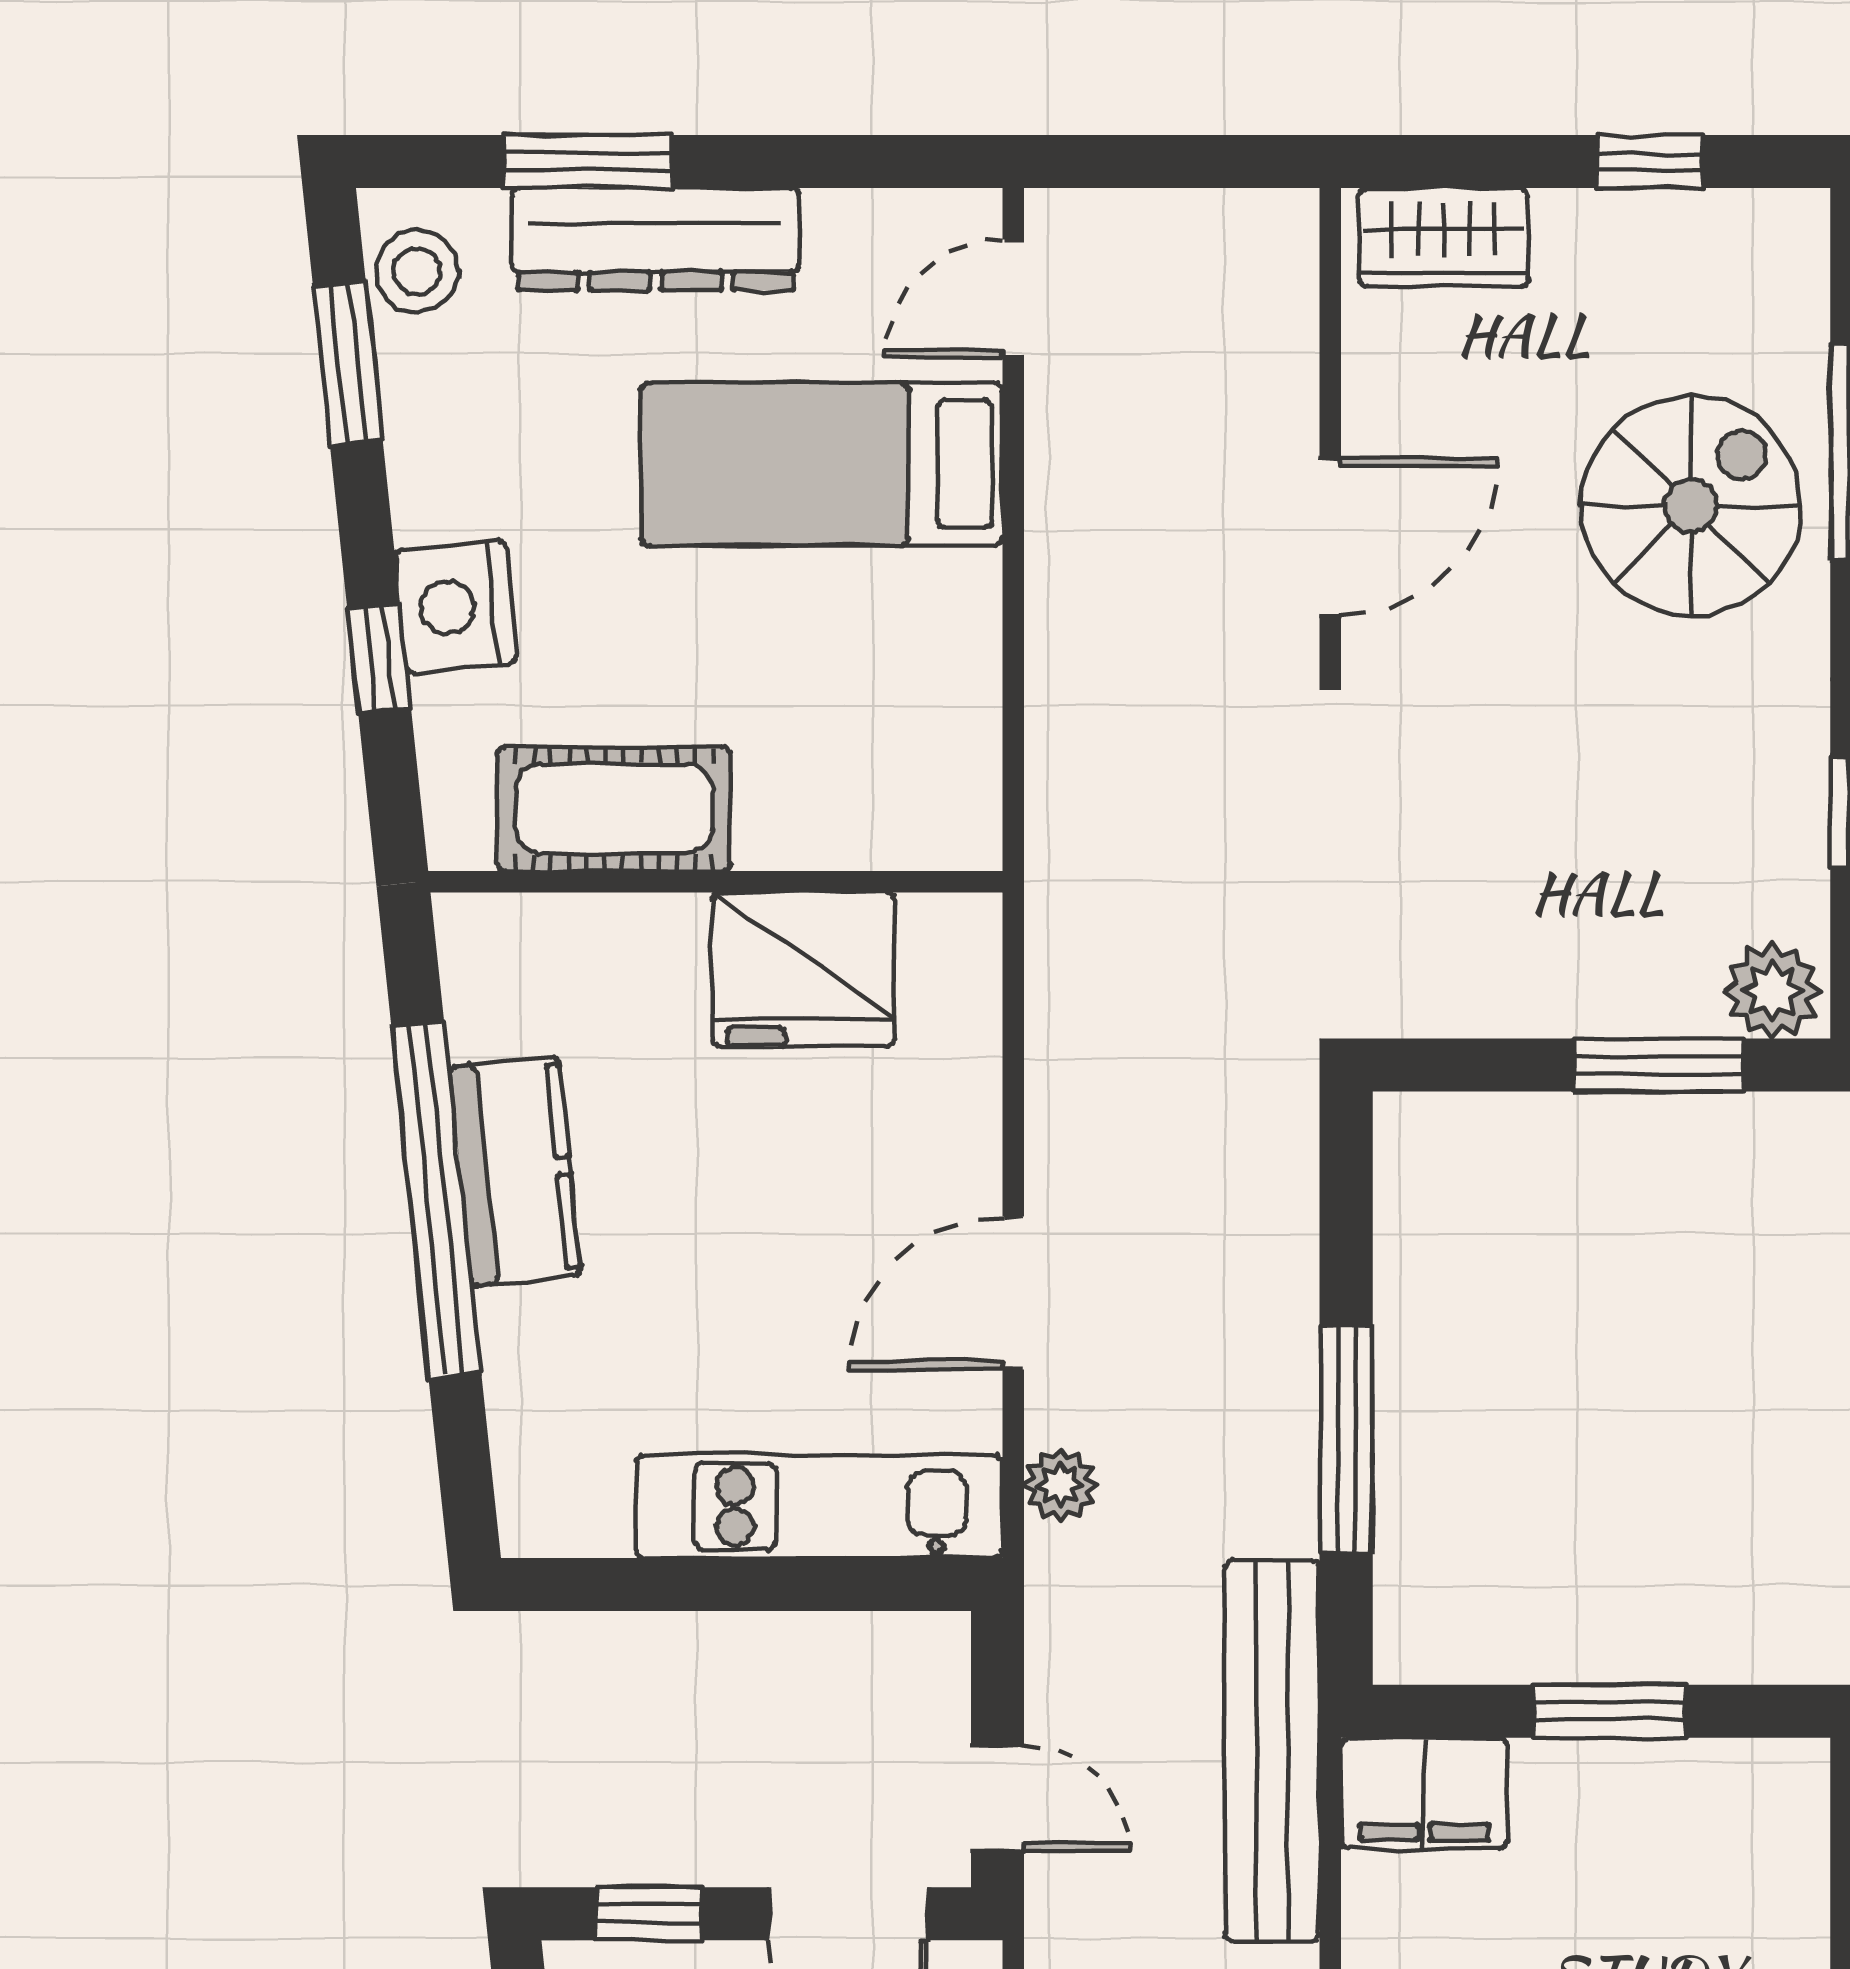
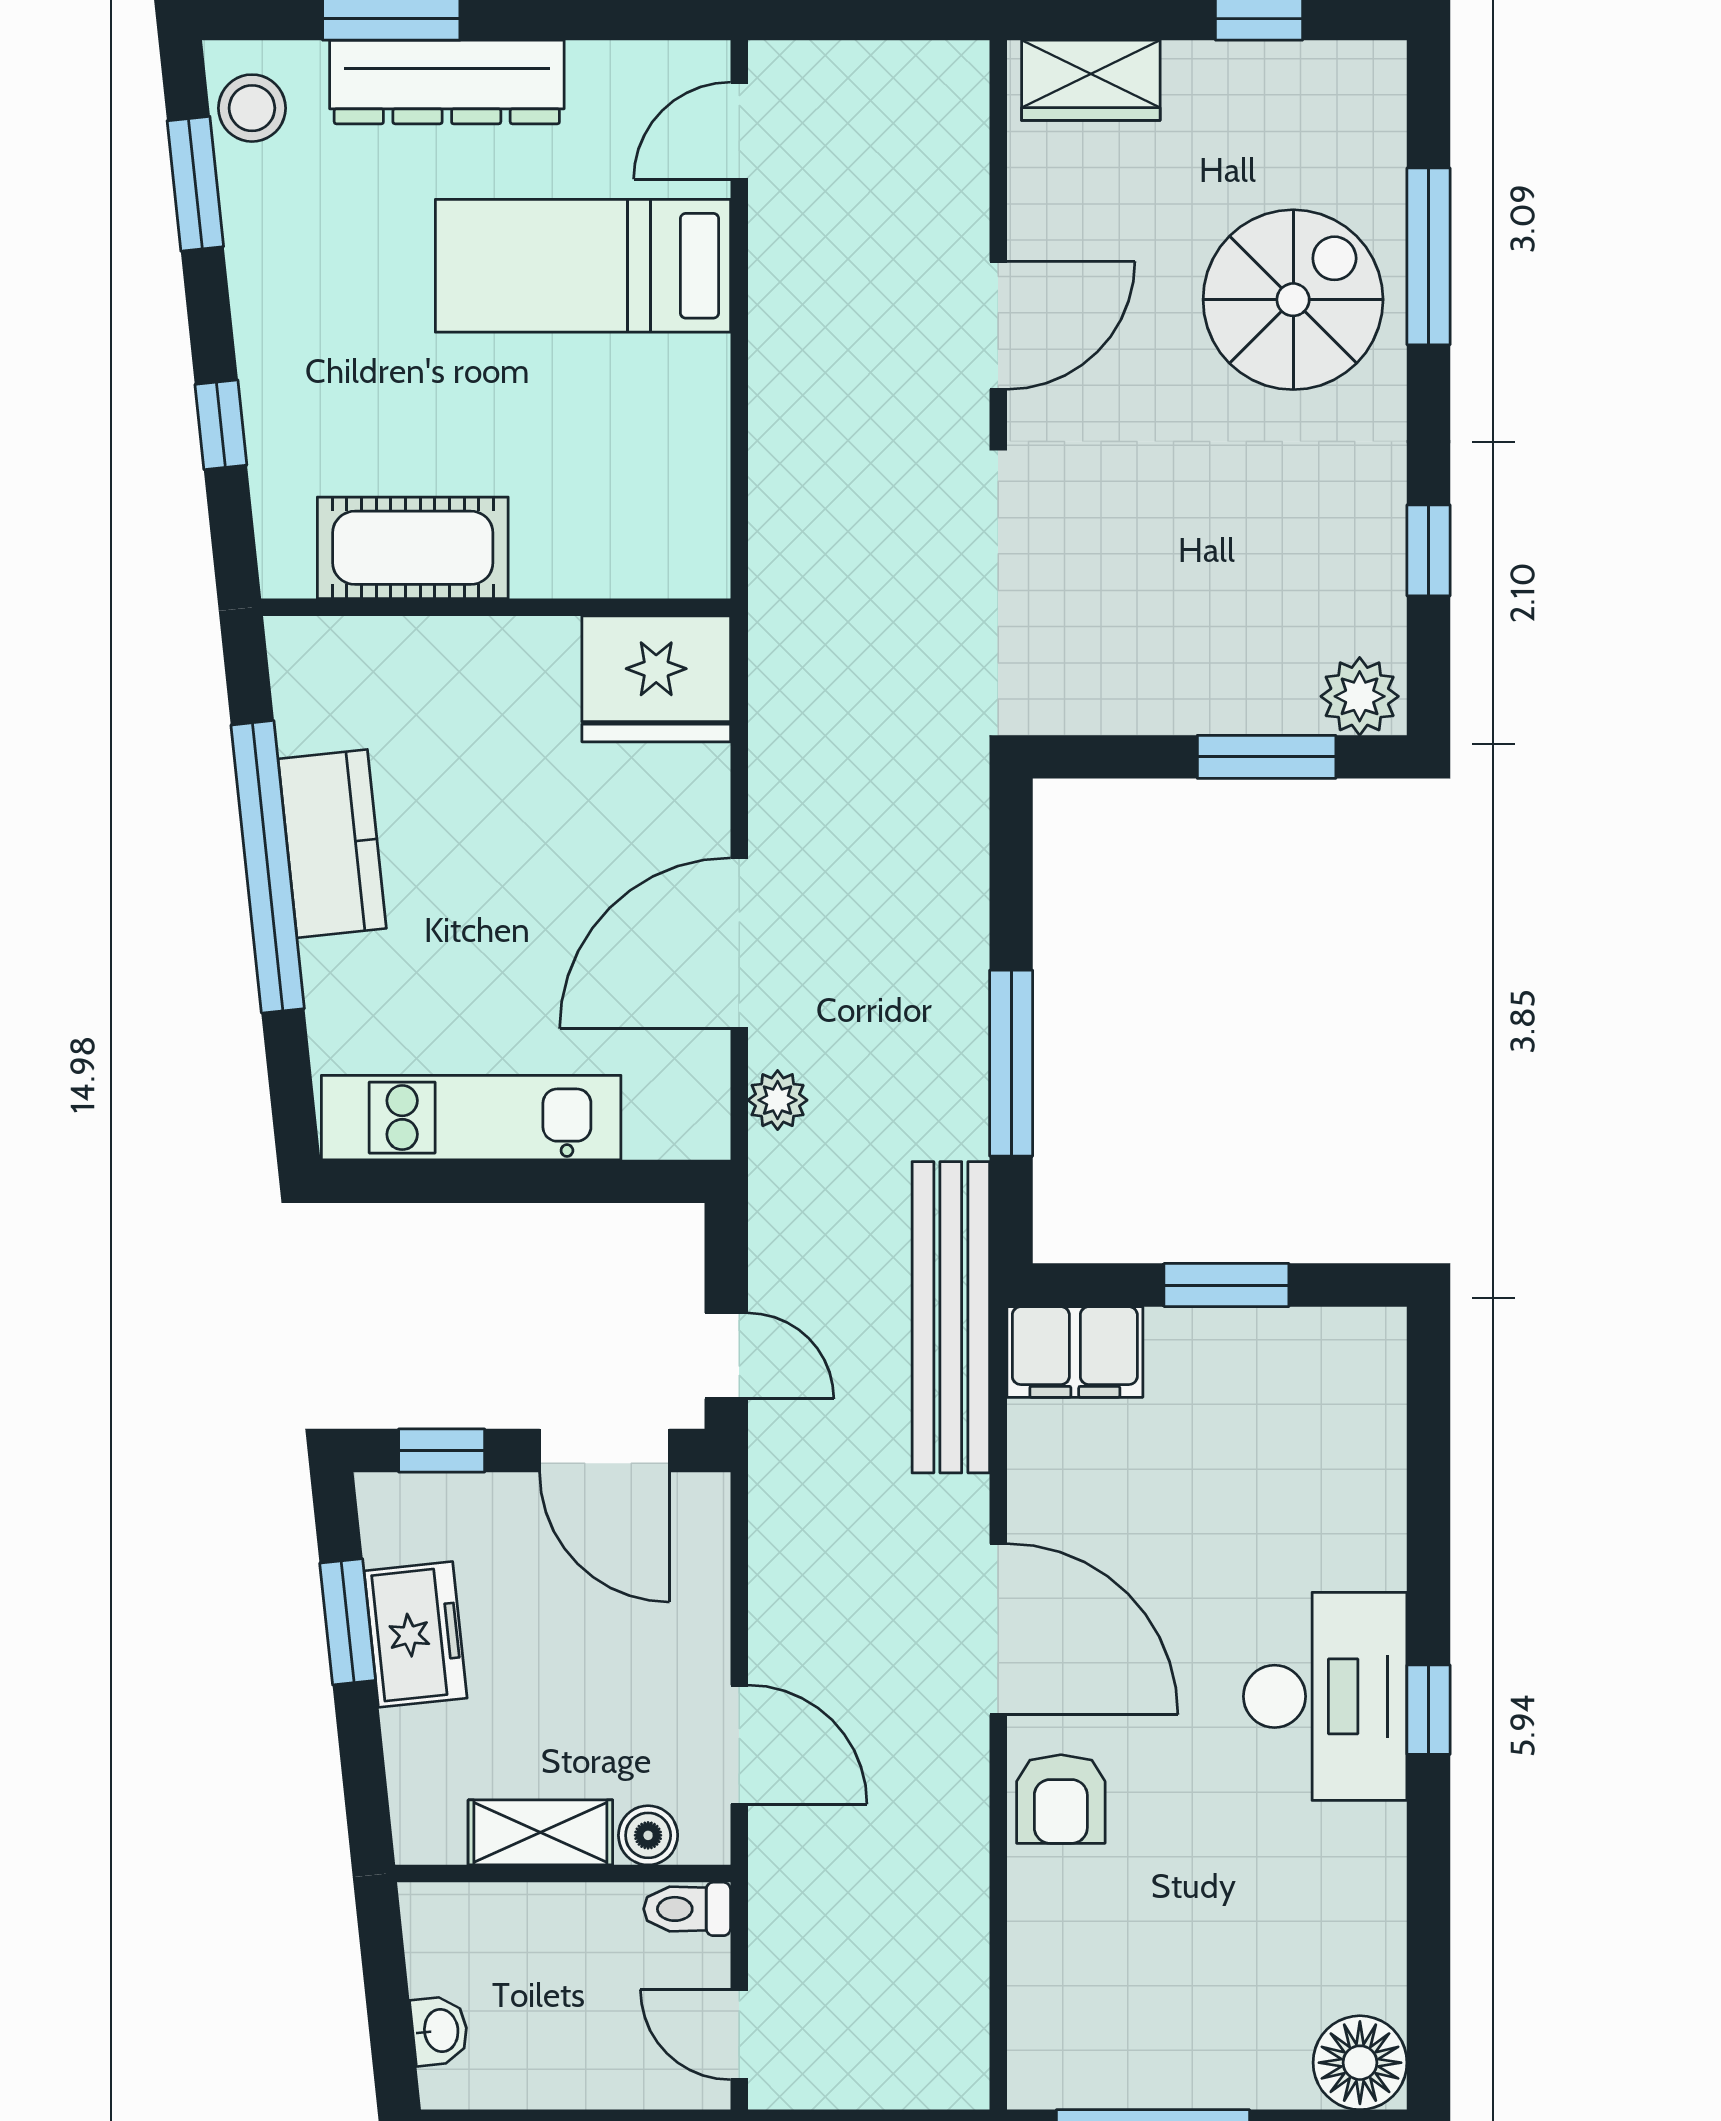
nightstand: (456, 607) -> (284, 382), removed
fridge: (803, 969) -> (656, 679), moved
door: (1013, 1293) -> (739, 943), width x1.36
kitchen unit: (819, 1506) -> (471, 1118), moved

